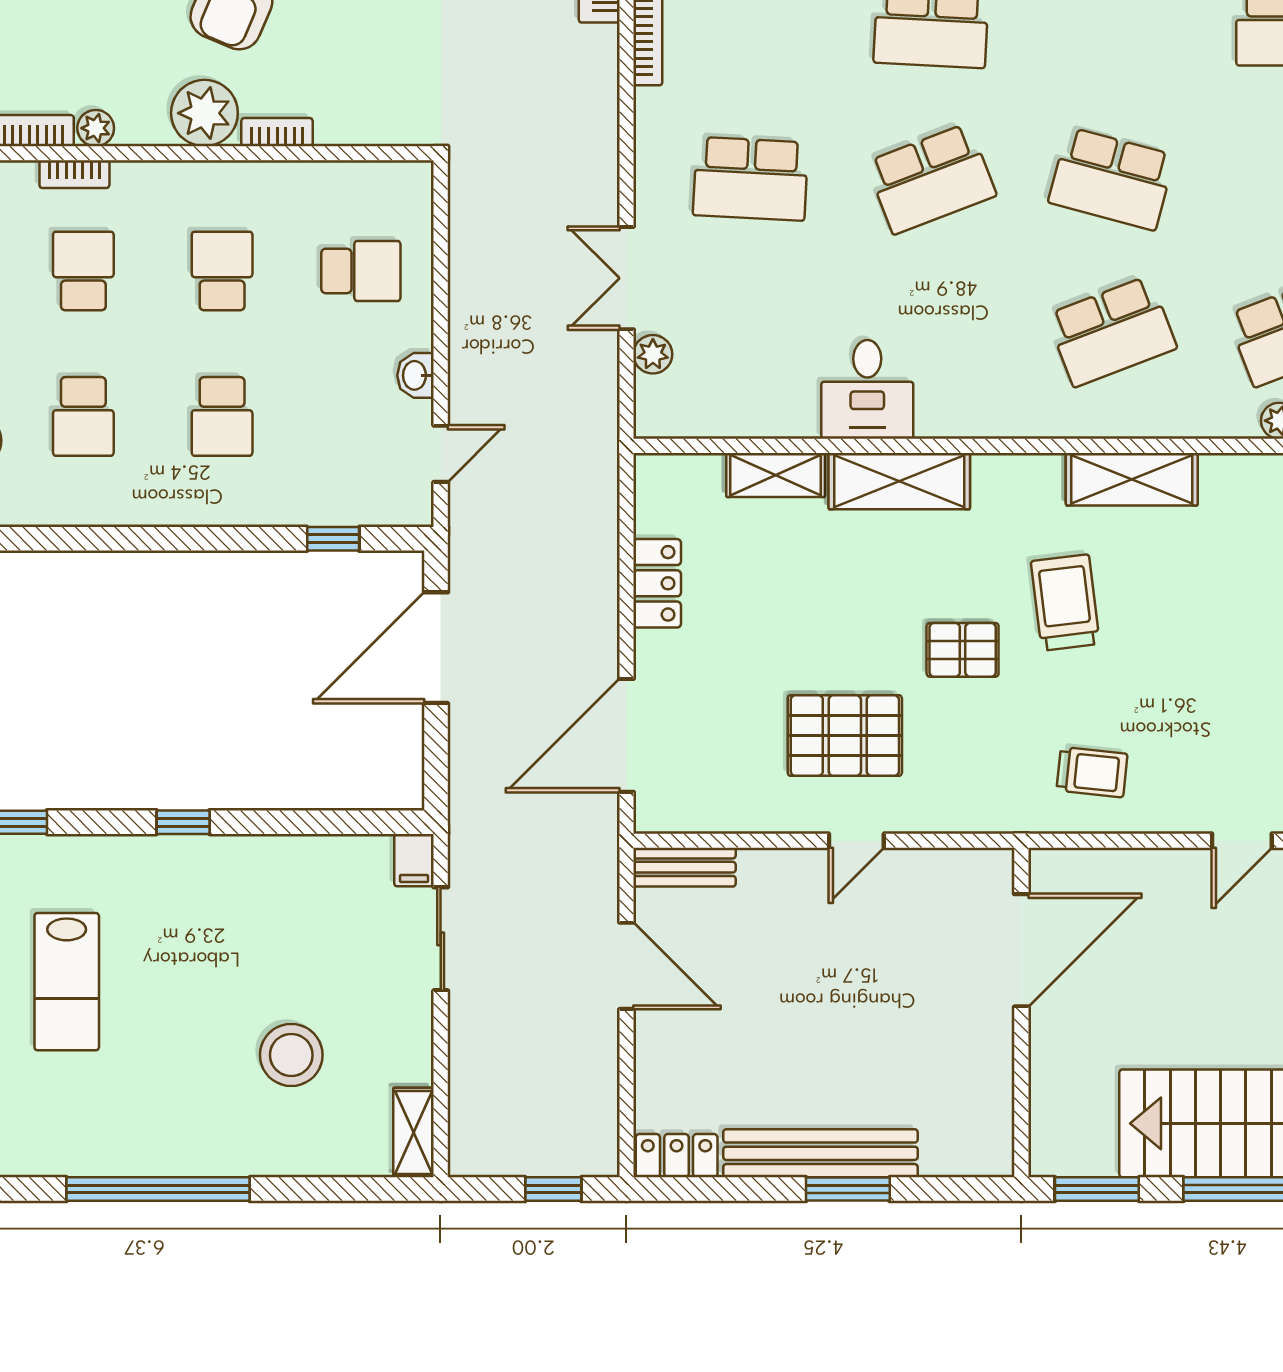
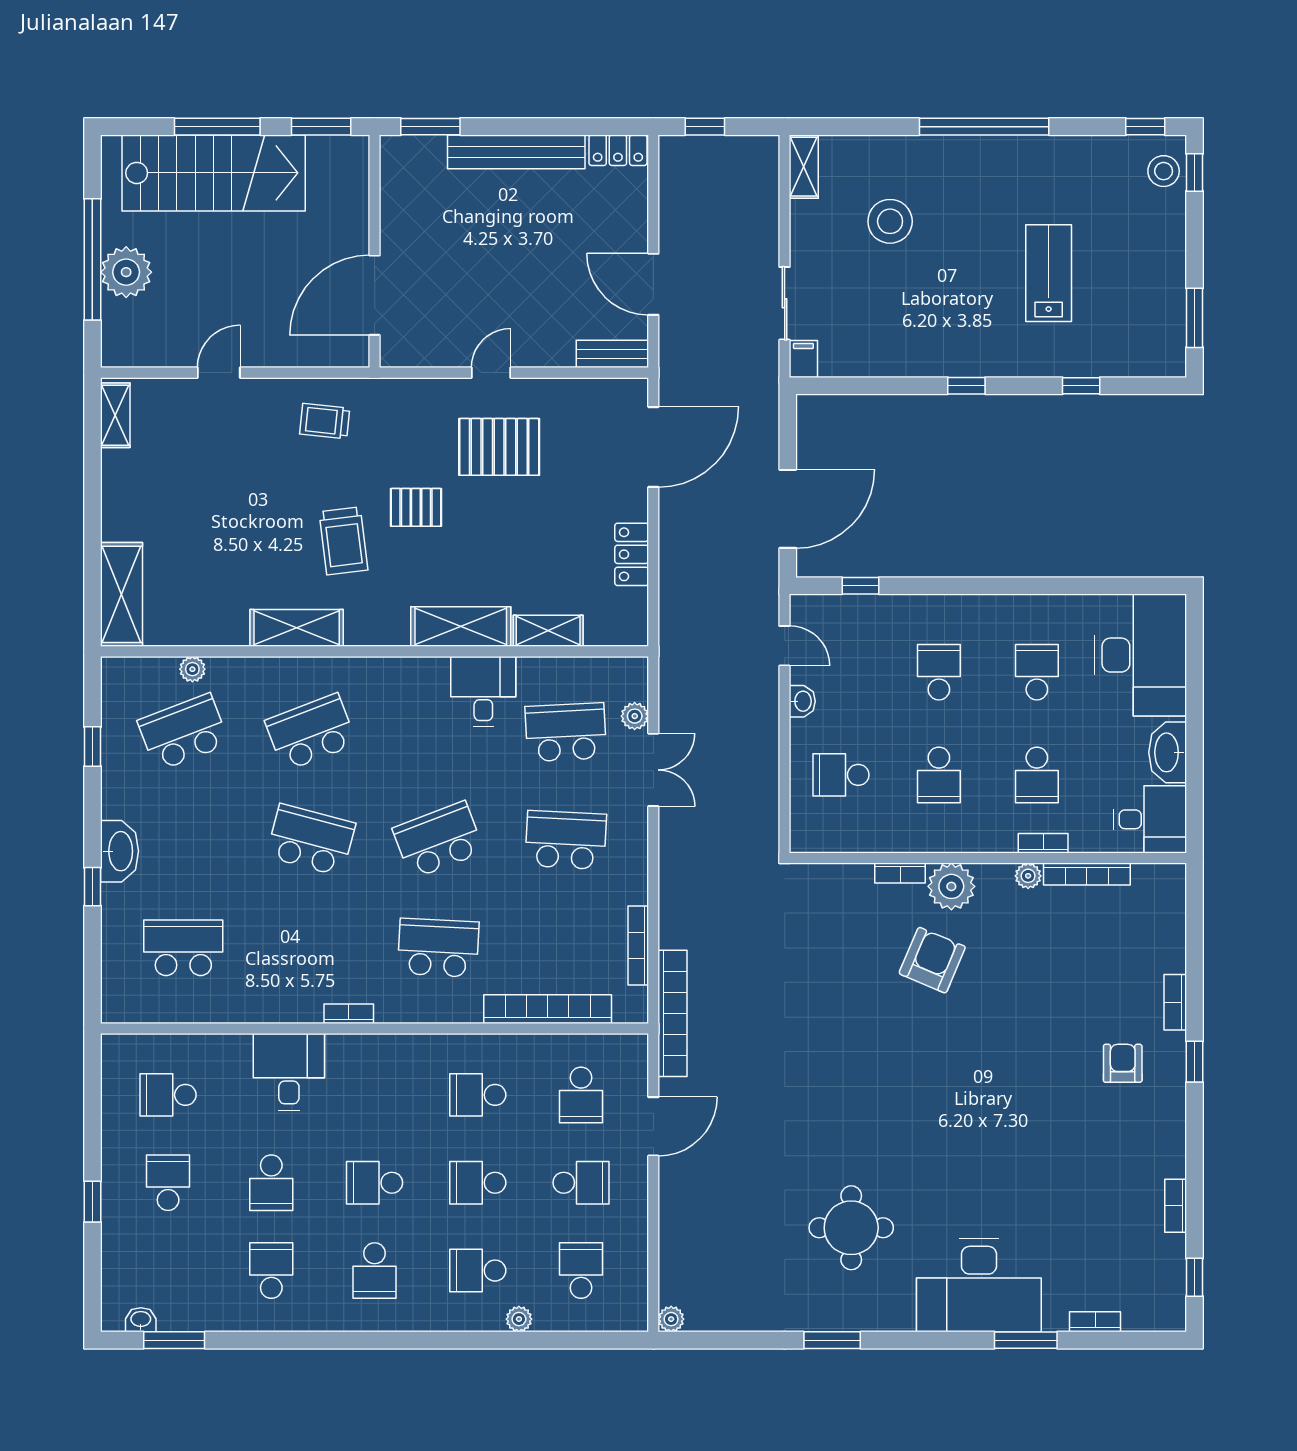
school desk: (751, 331) -> (566, 732), added
door: (441, 454) -> (785, 646), swing flipped
window: (848, 1189) -> (430, 127), moved

